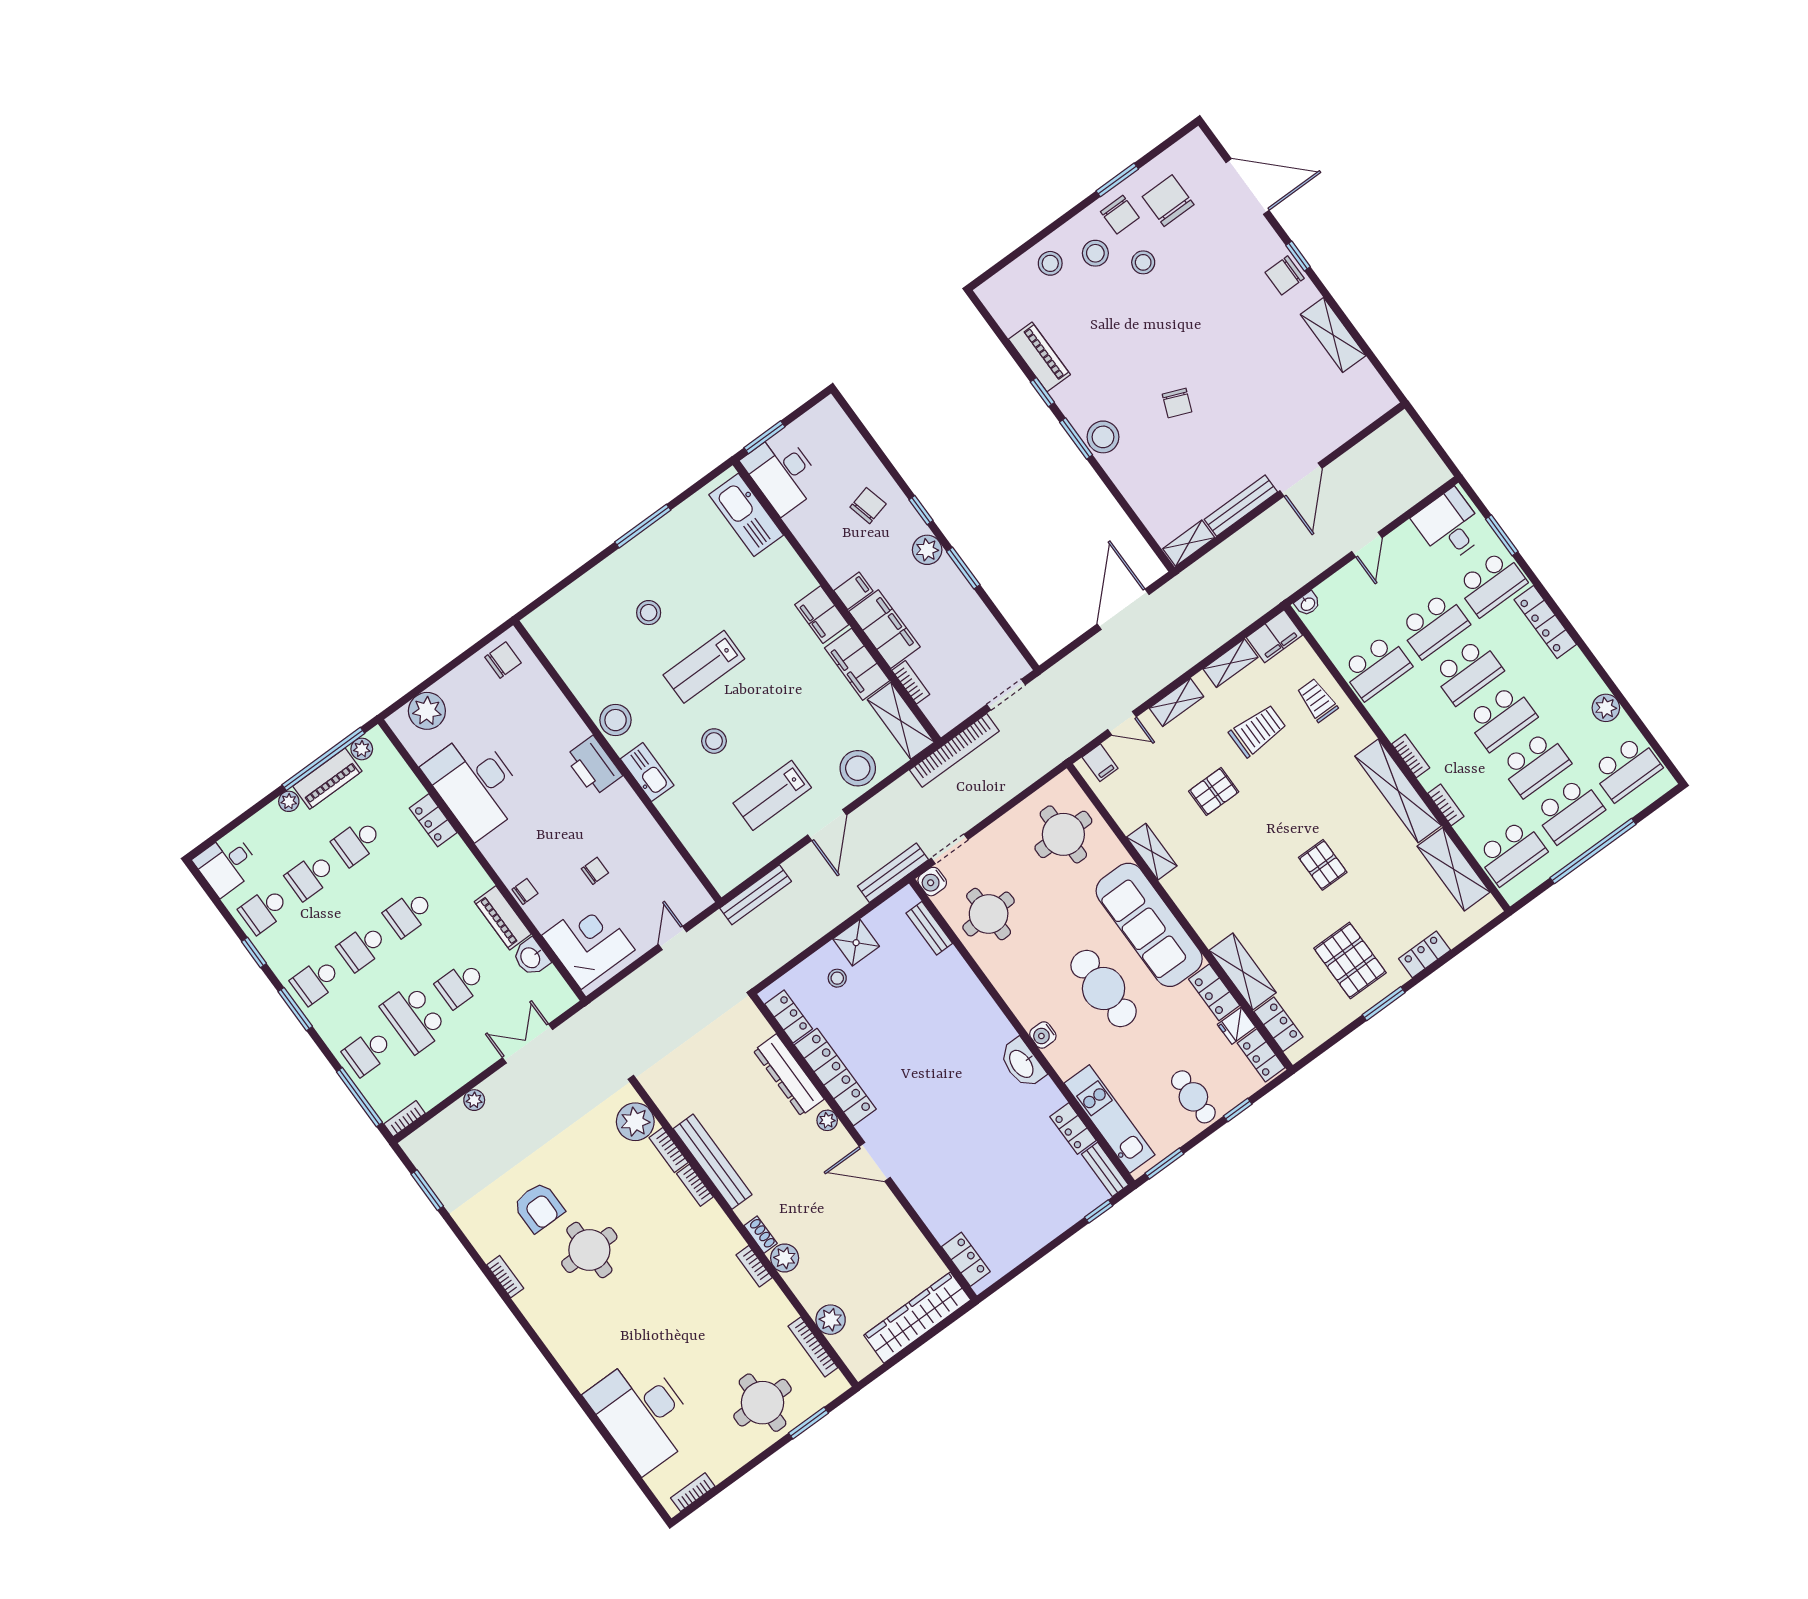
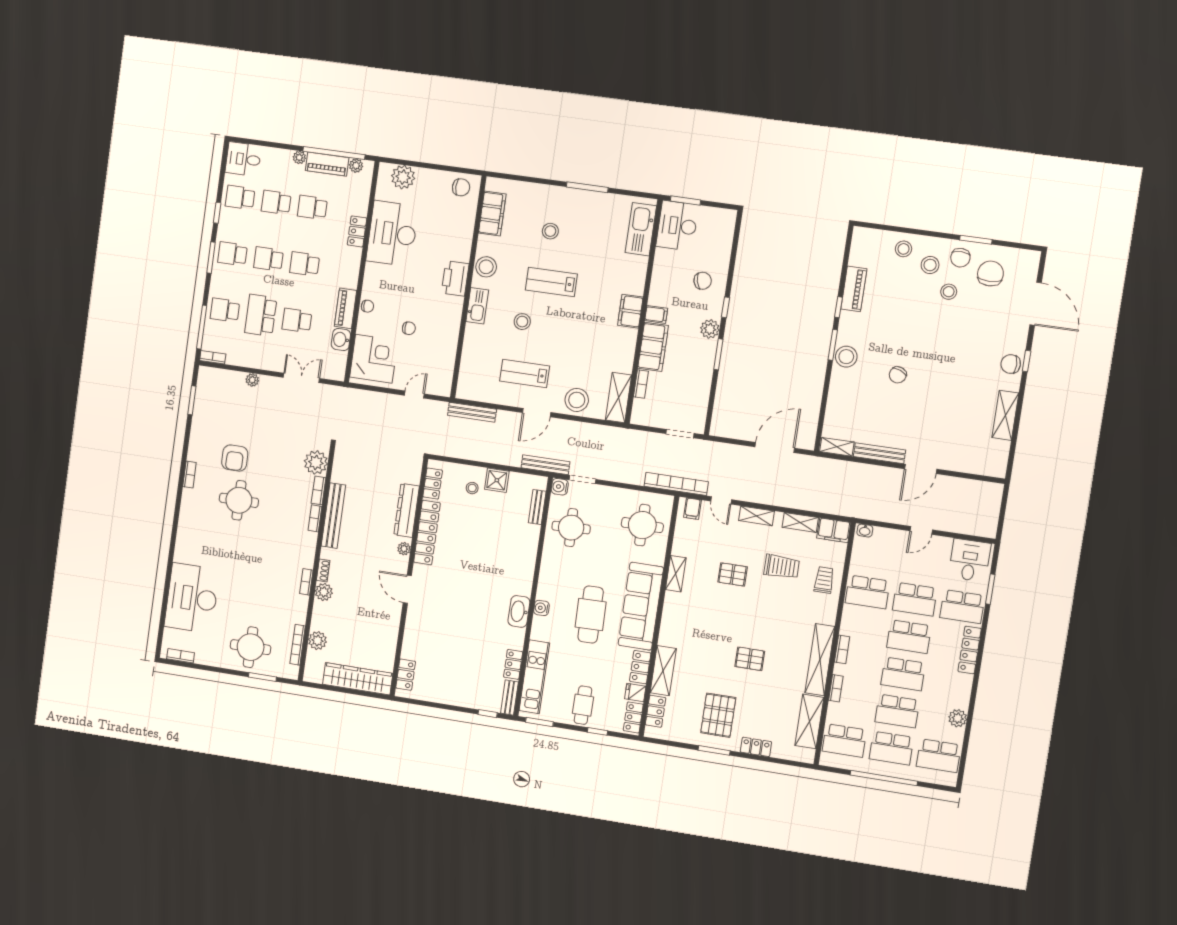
filing cabinet: (857, 664) -> (492, 214), moved, turned 180
bookcase: (954, 750) -> (676, 484), moved, turned 180
pallet: (1323, 865) -> (750, 659), turned 90

